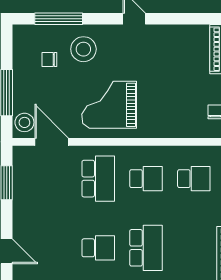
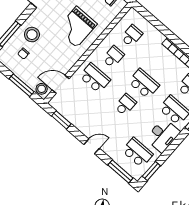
grand piano: (109, 105) -> (77, 27), moved

